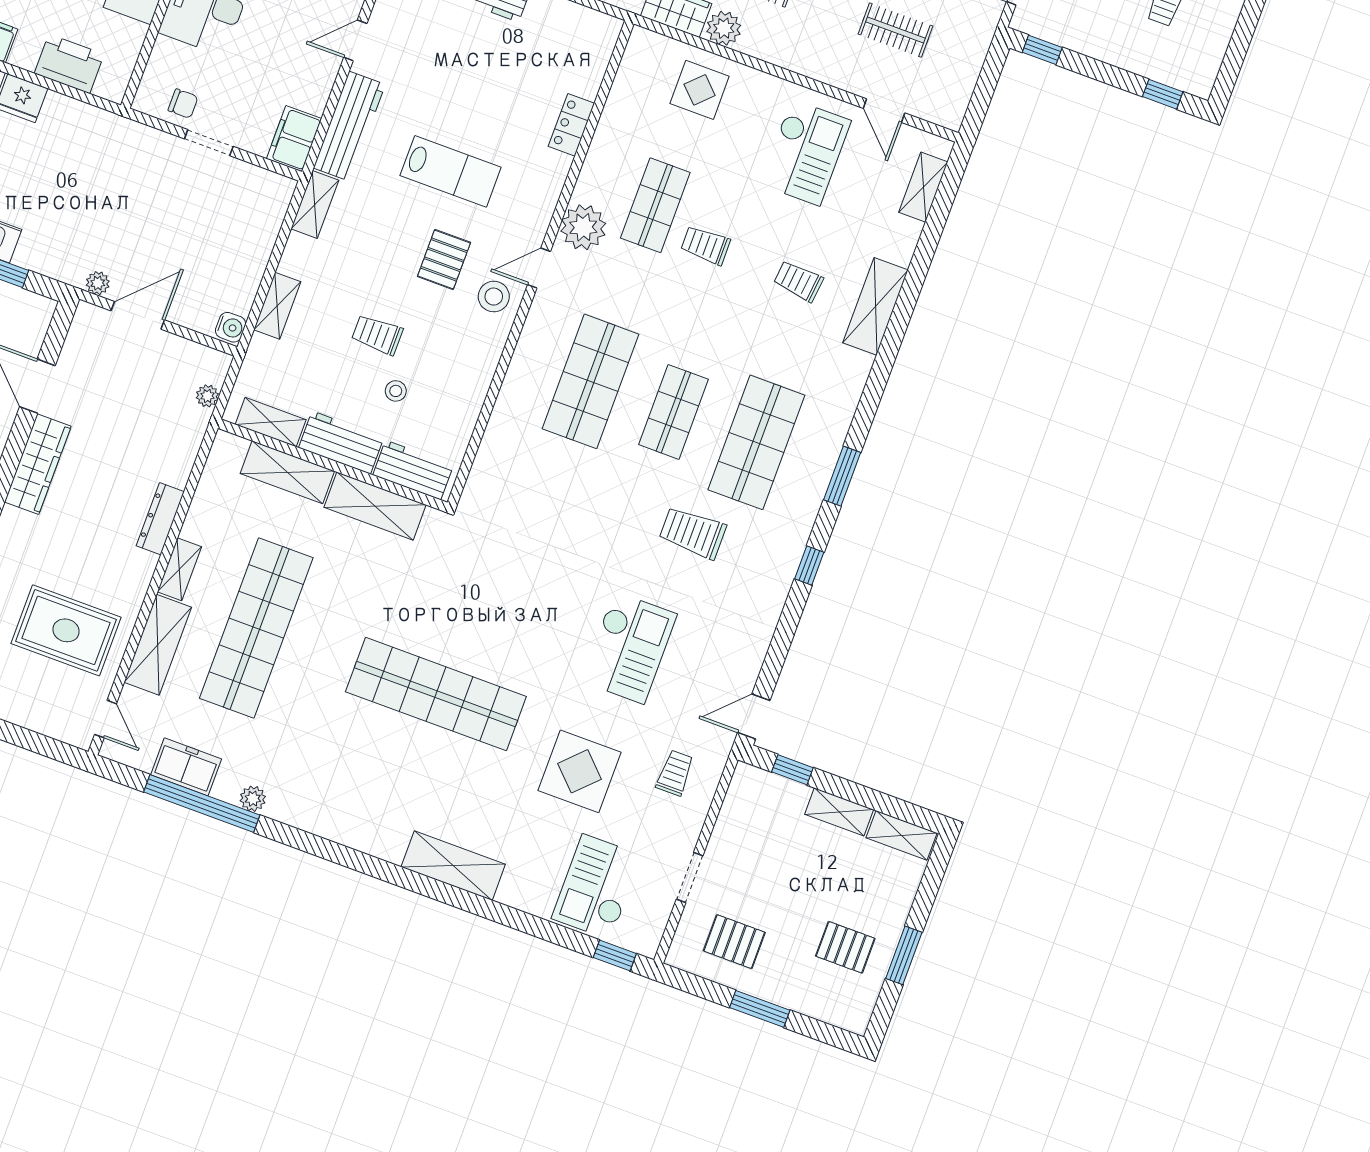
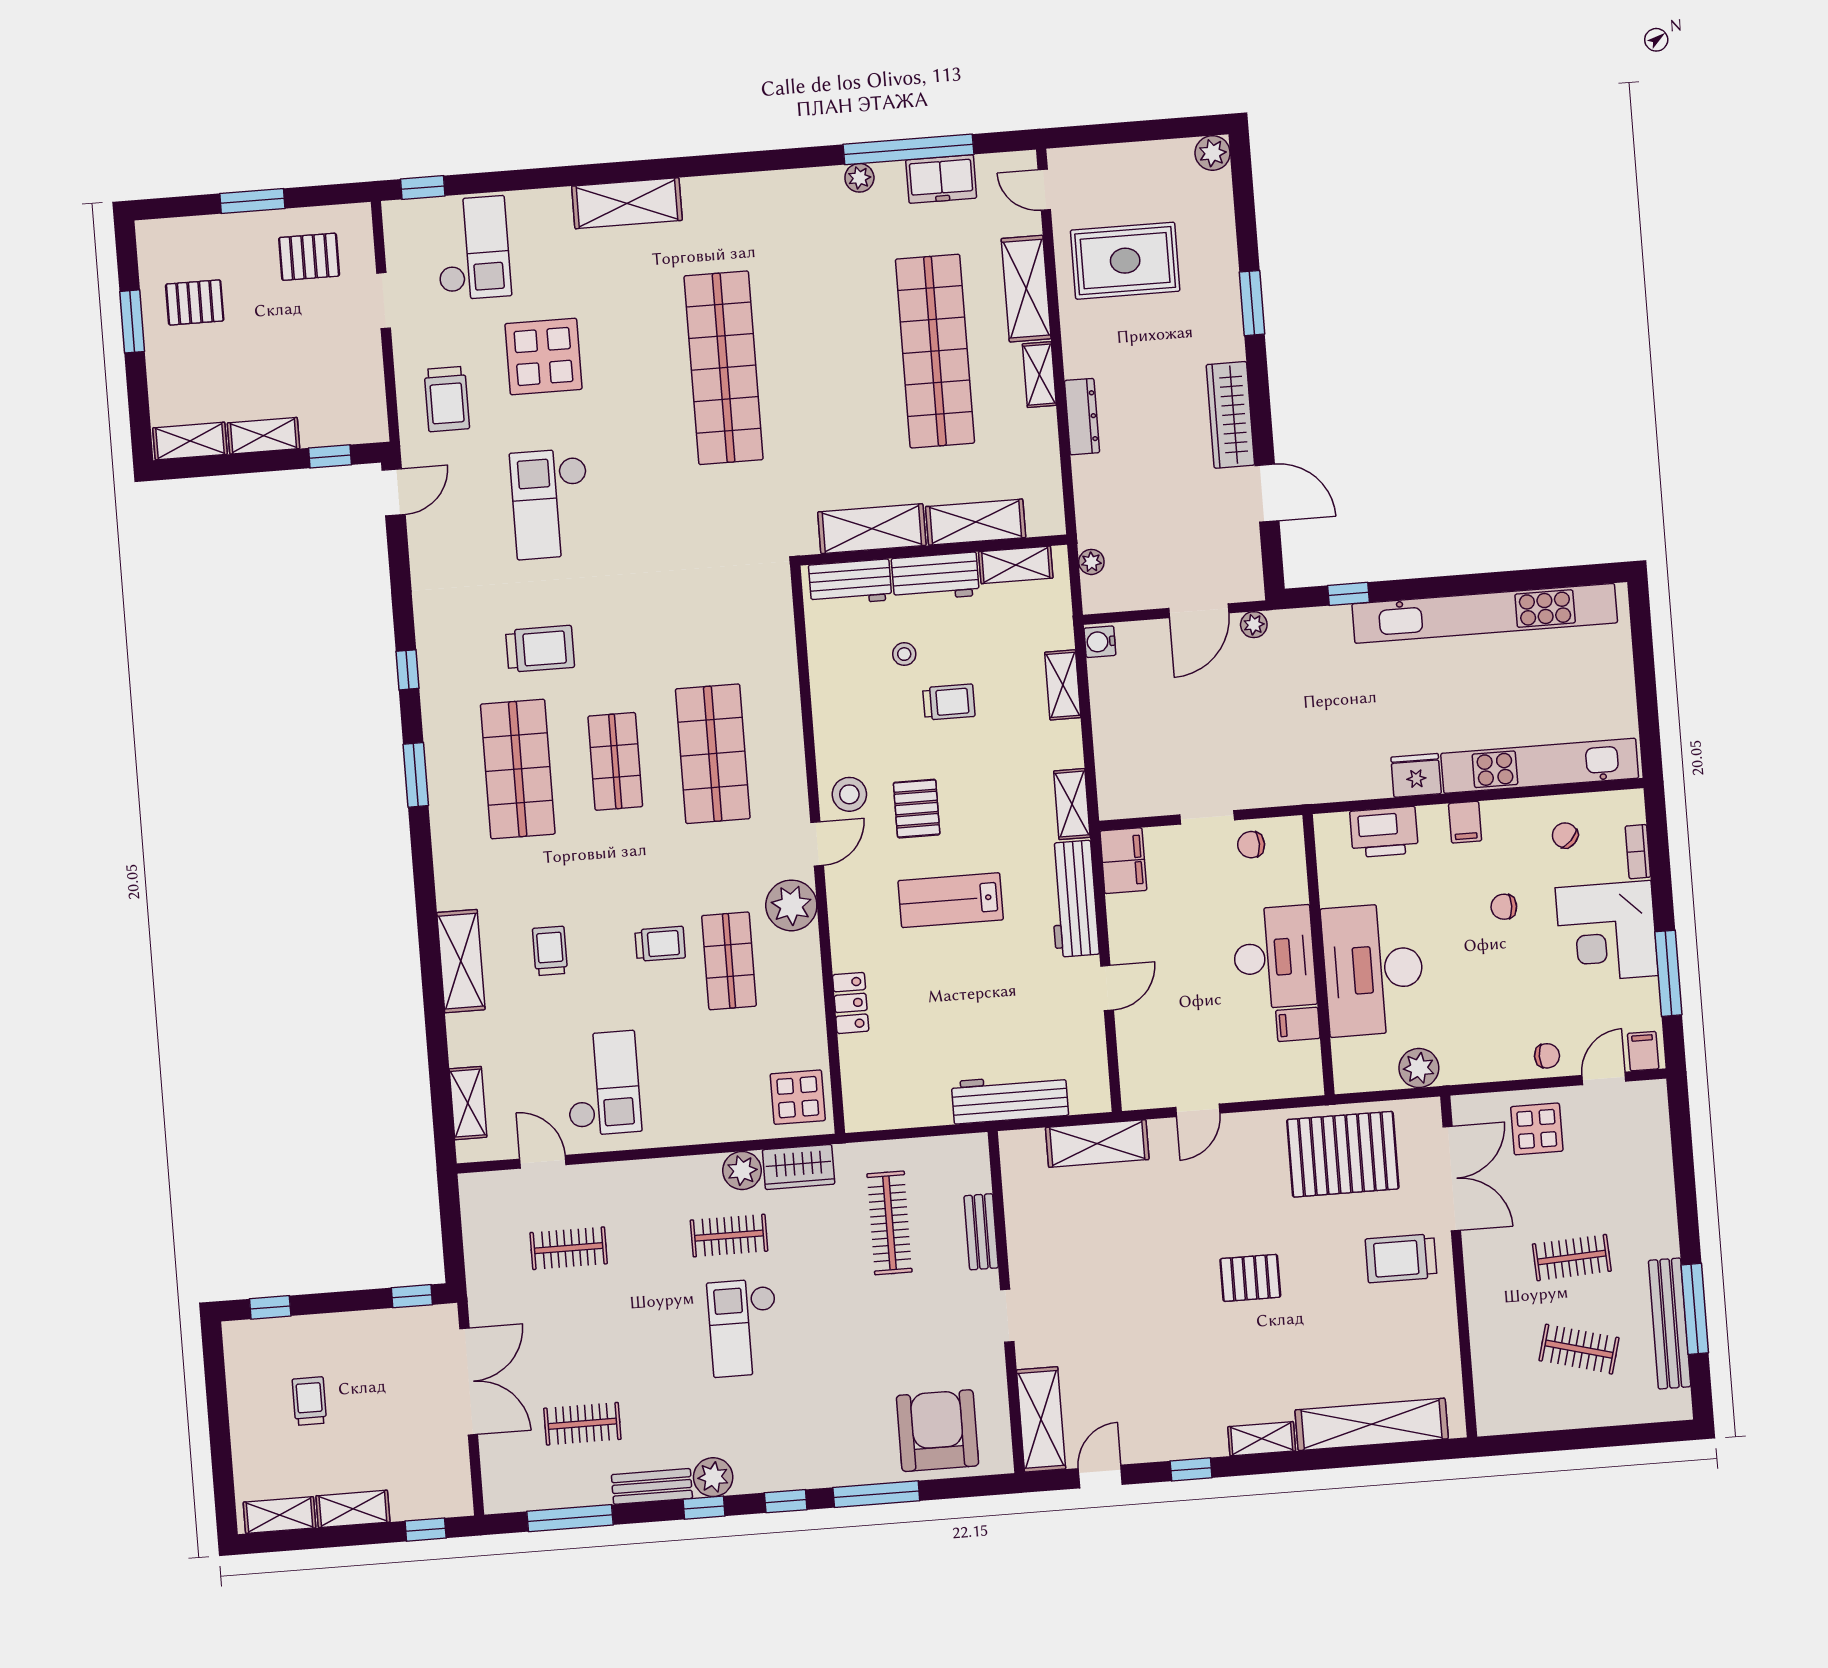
display table: (700, 90) -> (798, 1097), moved
checkout: (805, 152) -> (603, 1083), turned 180
trolley: (798, 281) -> (550, 951), turned -96
shop shelf: (436, 694) -> (724, 368), turned 90
trolley: (675, 773) -> (447, 399), width x1.36, depth x1.39

